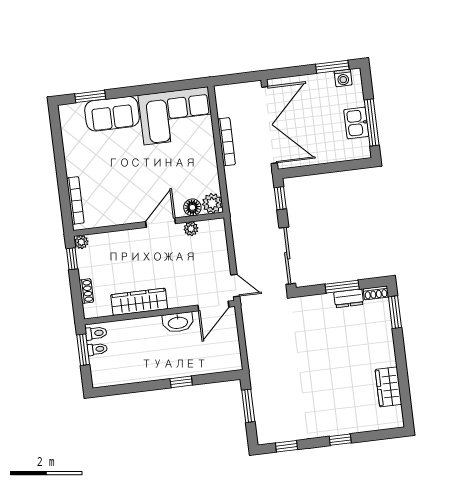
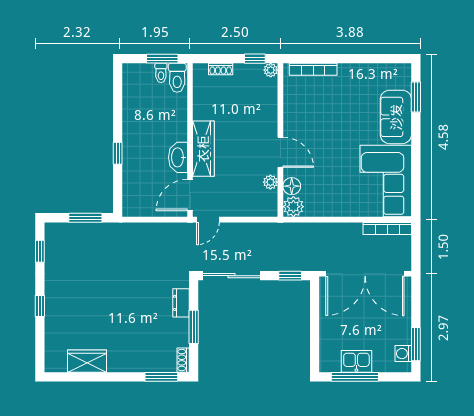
bookcase: (226, 142) -> (387, 228), moved
dresser: (349, 298) -> (181, 303), moved
wardrobe: (139, 302) -> (203, 149), moved
door: (213, 306) -> (190, 195), hinge flipped
toilet: (96, 333) -> (177, 78), width x1.37, depth x1.39

